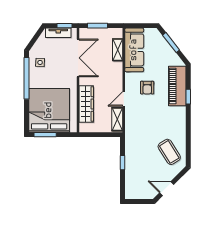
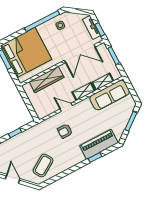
armchair: (147, 88) -> (65, 131), moved
shelving: (117, 119) -> (84, 91), moved

